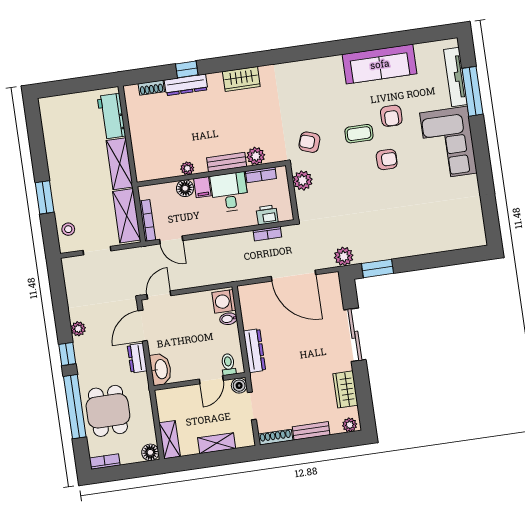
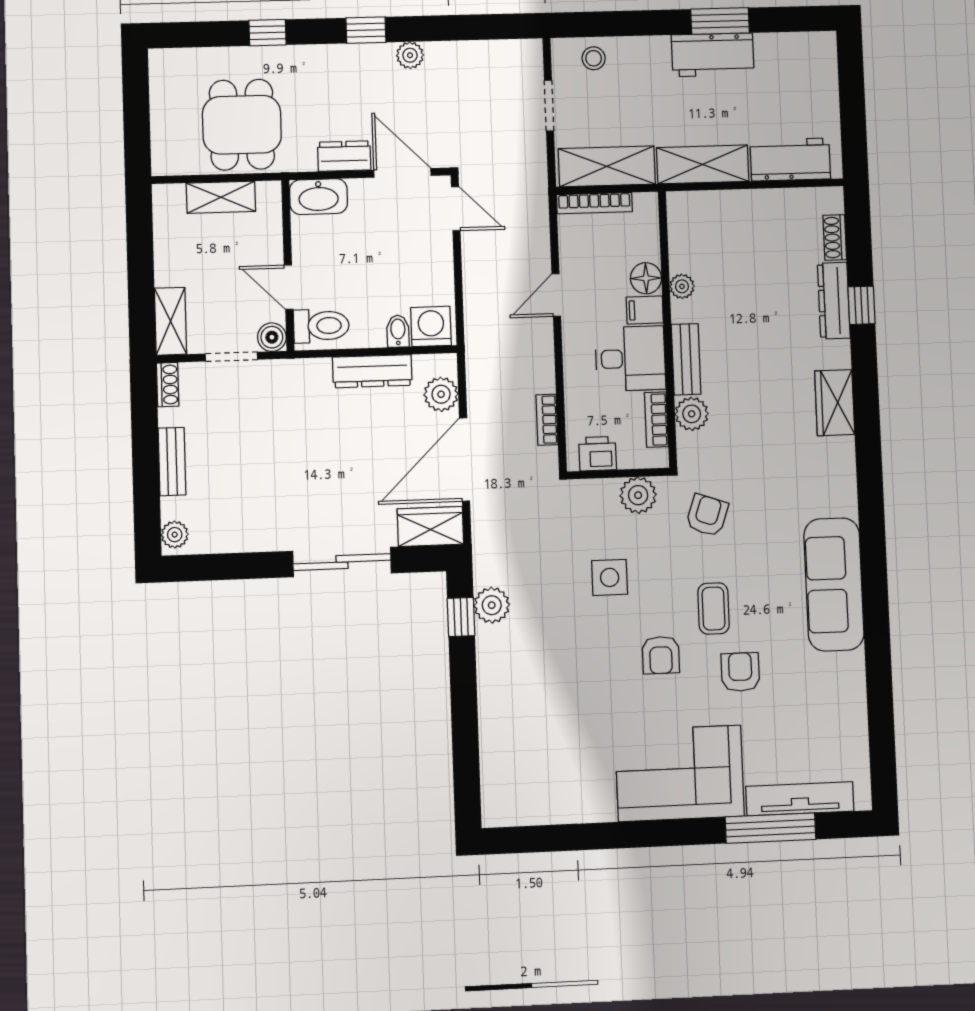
sofa: (380, 64) -> (834, 584), moved
armchair: (391, 116) -> (740, 672), turned 90
workbench: (59, 164) -> (713, 55), added
side table: (348, 191) -> (610, 577), added
window: (45, 197) -> (720, 21), moved
printer: (267, 215) -> (598, 454), moved, turned -90
door: (171, 240) -> (556, 295), moved
plant: (344, 256) -> (492, 605), moved
window: (377, 268) -> (461, 617), width x0.67
plant: (260, 292) -> (441, 394), added
dresser: (254, 351) -> (372, 371), moved
toilet: (228, 364) -> (321, 326), width x1.37, depth x1.39
wardrobe: (345, 389) -> (430, 526), moved
window: (75, 407) -> (267, 33), width x0.32
dining table: (108, 411) -> (242, 125), moved, turned 90
shoe rack: (275, 437) -> (168, 385), width x0.70
shelving: (170, 440) -> (221, 197), moved
shelving: (217, 443) -> (170, 321), moved
floor lamp: (150, 452) -> (167, 160), removed
bookcase: (105, 462) -> (160, 75), removed

